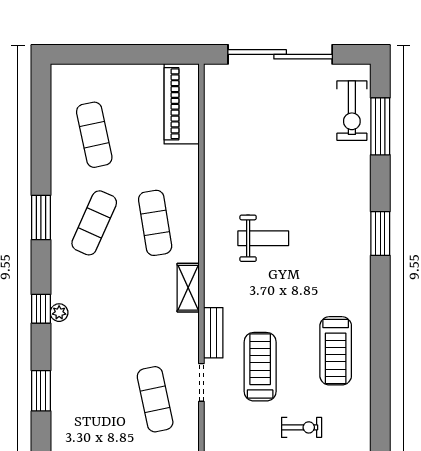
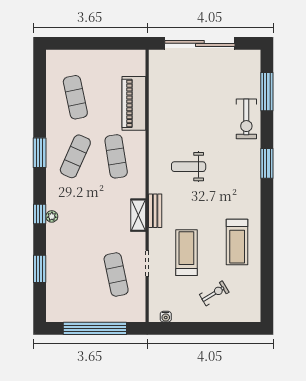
piano: (182, 104) -> (134, 103), moved
exercise bike: (352, 111) -> (246, 119), moved
weight bench: (263, 238) -> (189, 167), turned 180
shelving: (188, 288) -> (138, 215), moved
bench: (213, 333) -> (155, 211), moved
exercise bike: (302, 427) -> (214, 293), turned -31

